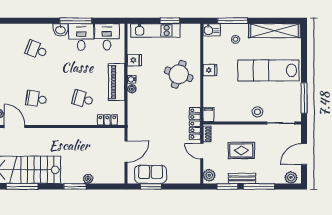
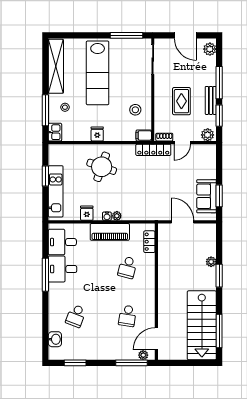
washbasin: (60, 30) -> (55, 339), moved
stool: (257, 112) -> (135, 110), moved

